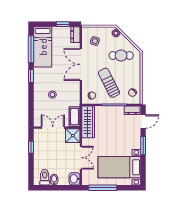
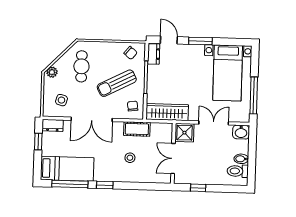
cot: (74, 117) -> (137, 129), moved

